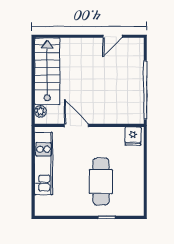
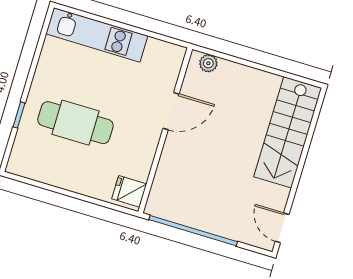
door: (113, 36) -> (282, 228), moved
stairs: (47, 71) -> (288, 132), moved, turned 90
kitchen unit: (43, 164) -> (97, 35), moved

